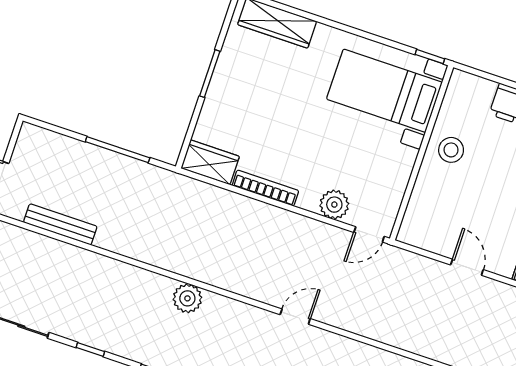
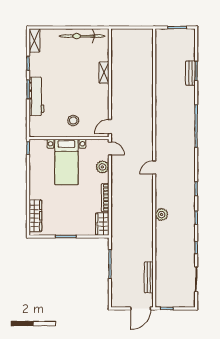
bed with nightstands: (384, 91) -> (66, 162), moved
stool: (451, 150) -> (73, 120), moved
door: (467, 267) -> (110, 127), moved
door: (295, 317) -> (154, 168), hinge flipped

